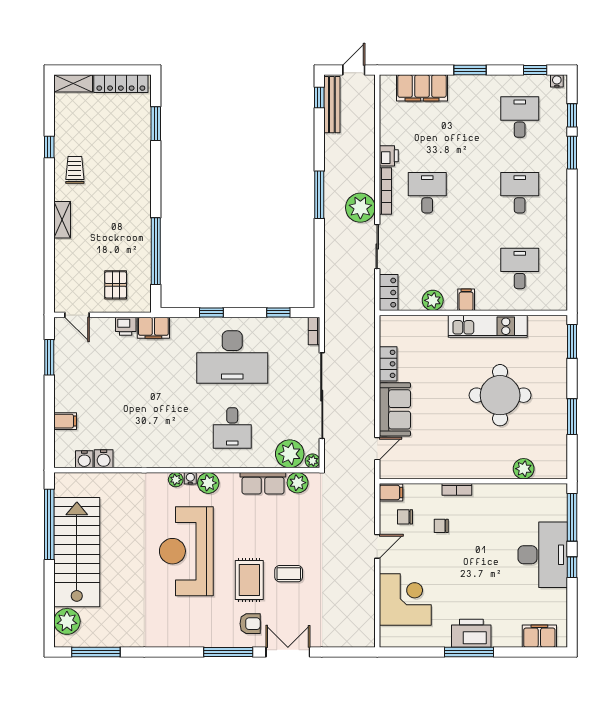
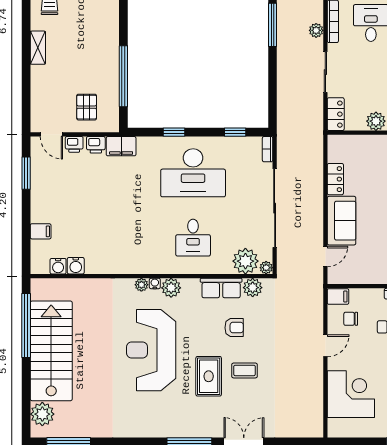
plant: (360, 208) -> (316, 30), width x0.53, depth x0.53
printer: (102, 326) -> (74, 144), added
armchair: (250, 624) -> (234, 328), moved

